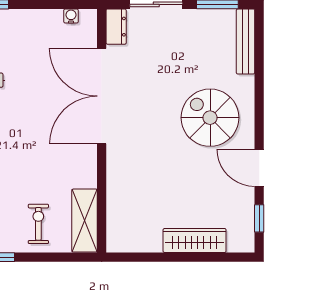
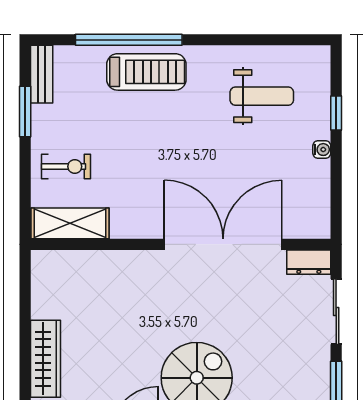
water cooler: (71, 16) -> (322, 150), moved

